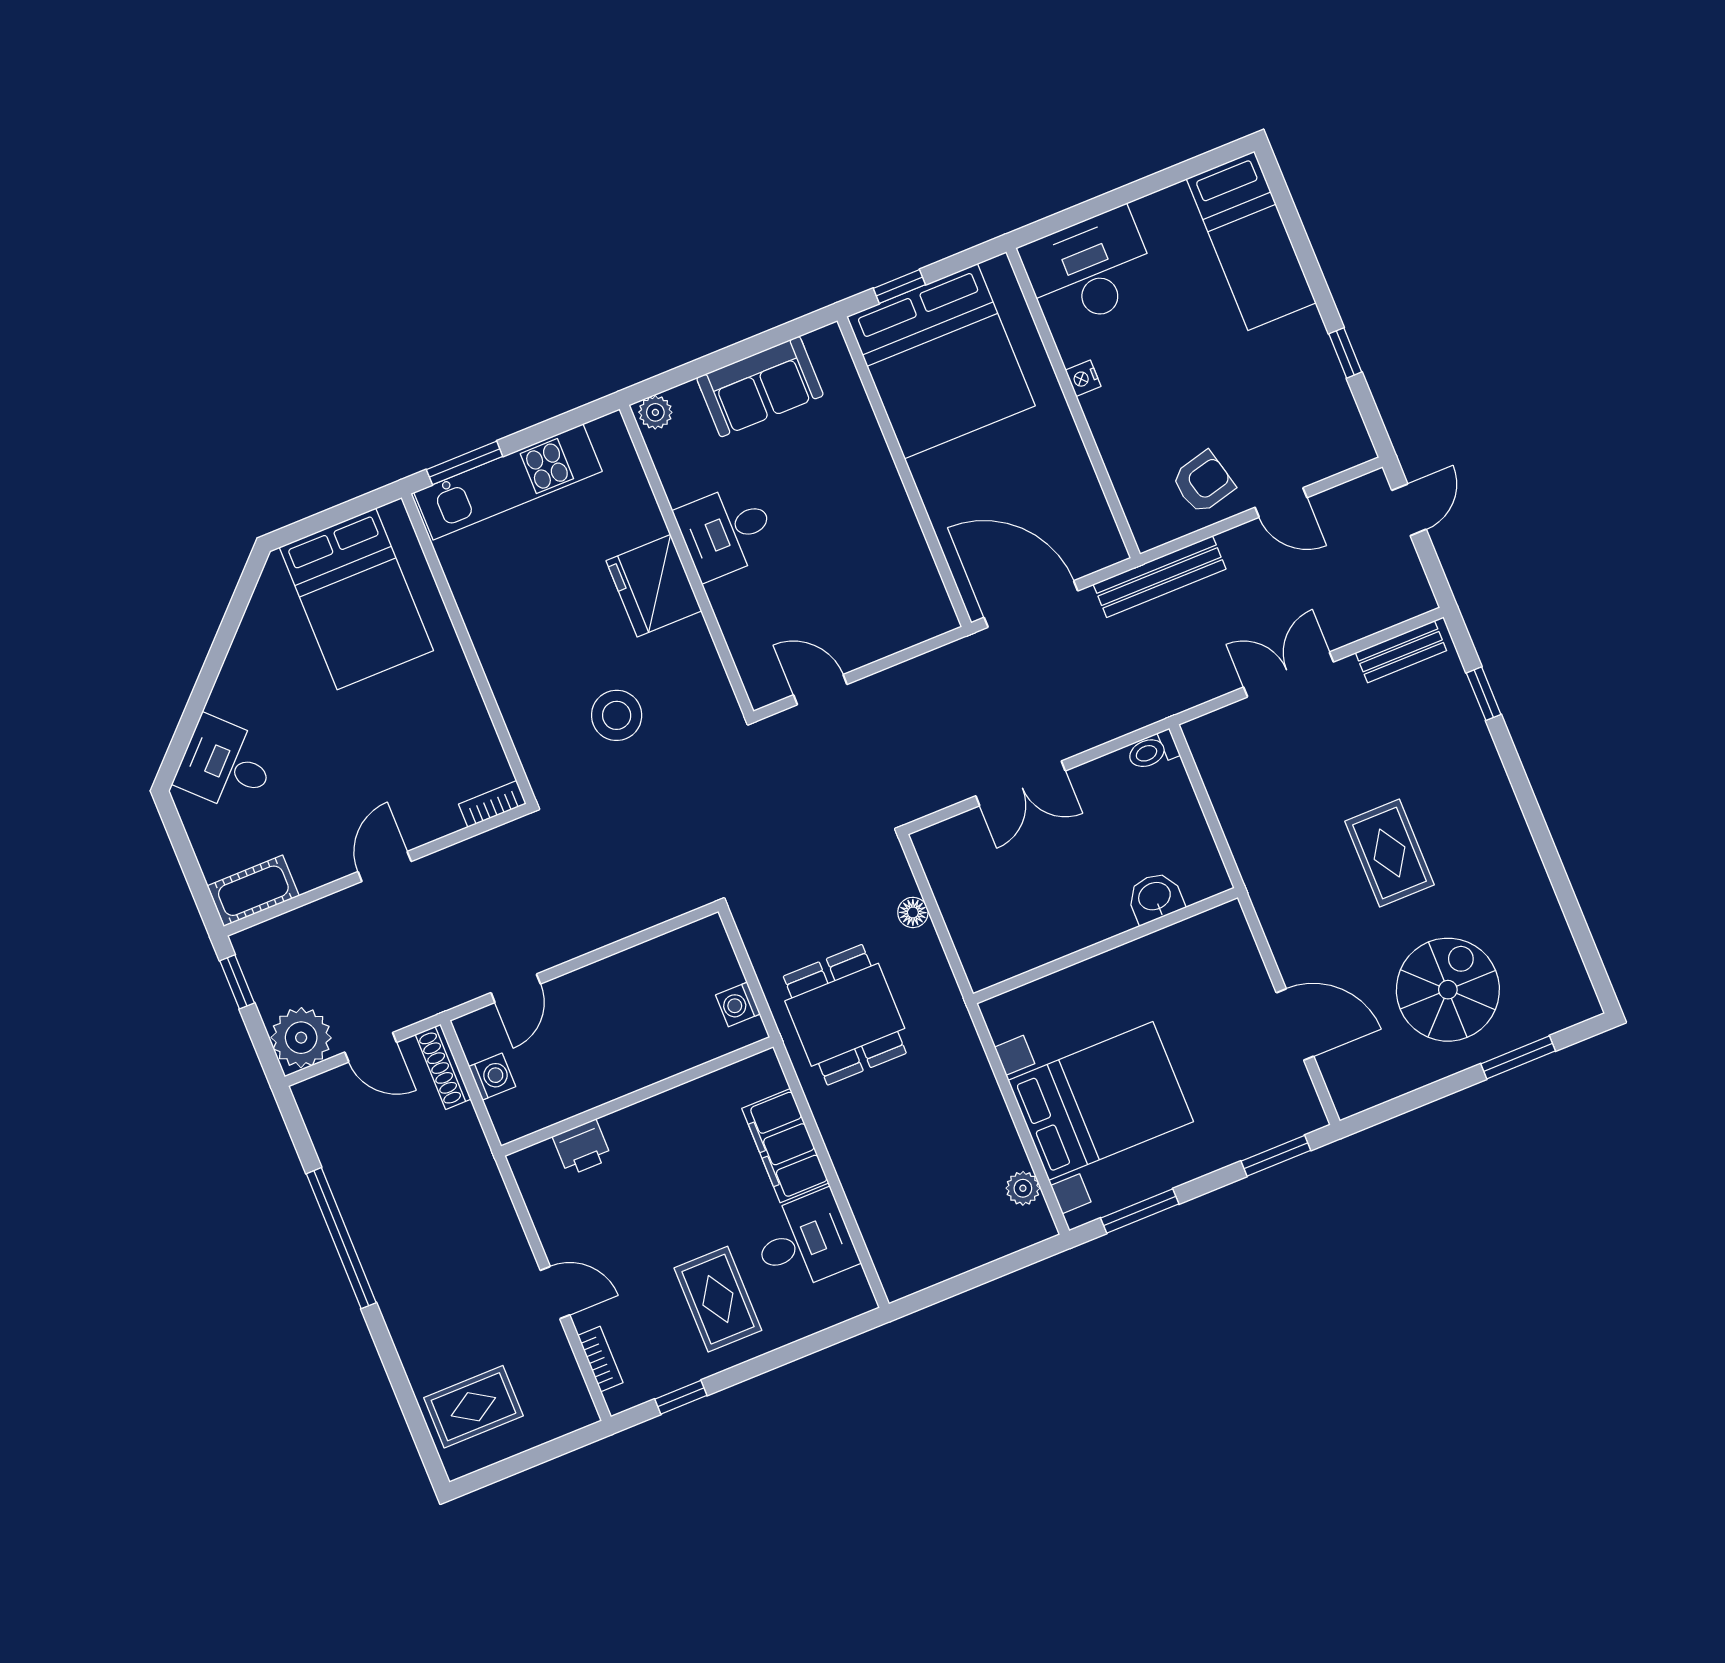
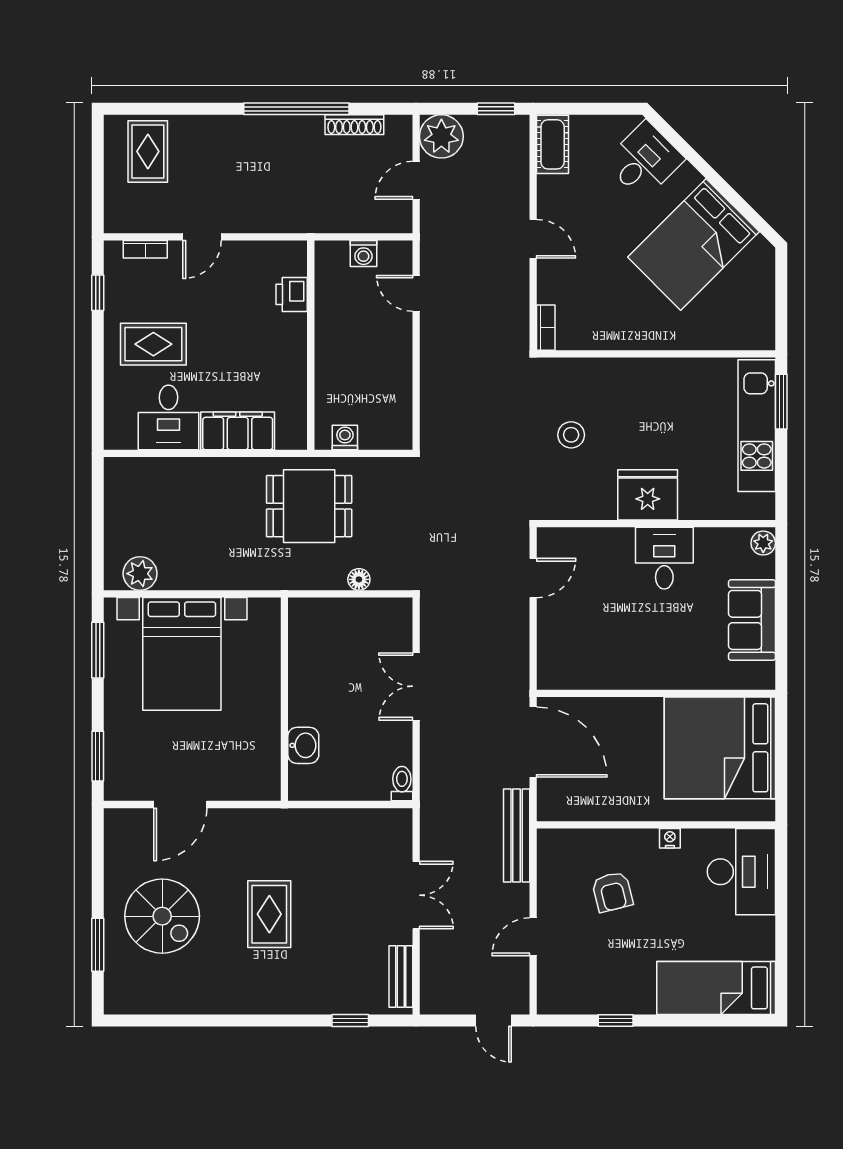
window: (899, 286) -> (781, 740), removed
armchair: (1203, 482) -> (612, 892), moved
bed: (356, 599) -> (693, 244), moved, turned -45
door: (1031, 604) -> (533, 742), hinge flipped
stool: (617, 715) -> (571, 435), width x0.73, depth x0.73
rug: (1390, 853) -> (269, 914), turned 90
shoe rack: (443, 1067) -> (354, 125), moved, turned 180
plant: (1023, 1188) -> (140, 574), width x1.38, depth x1.38

